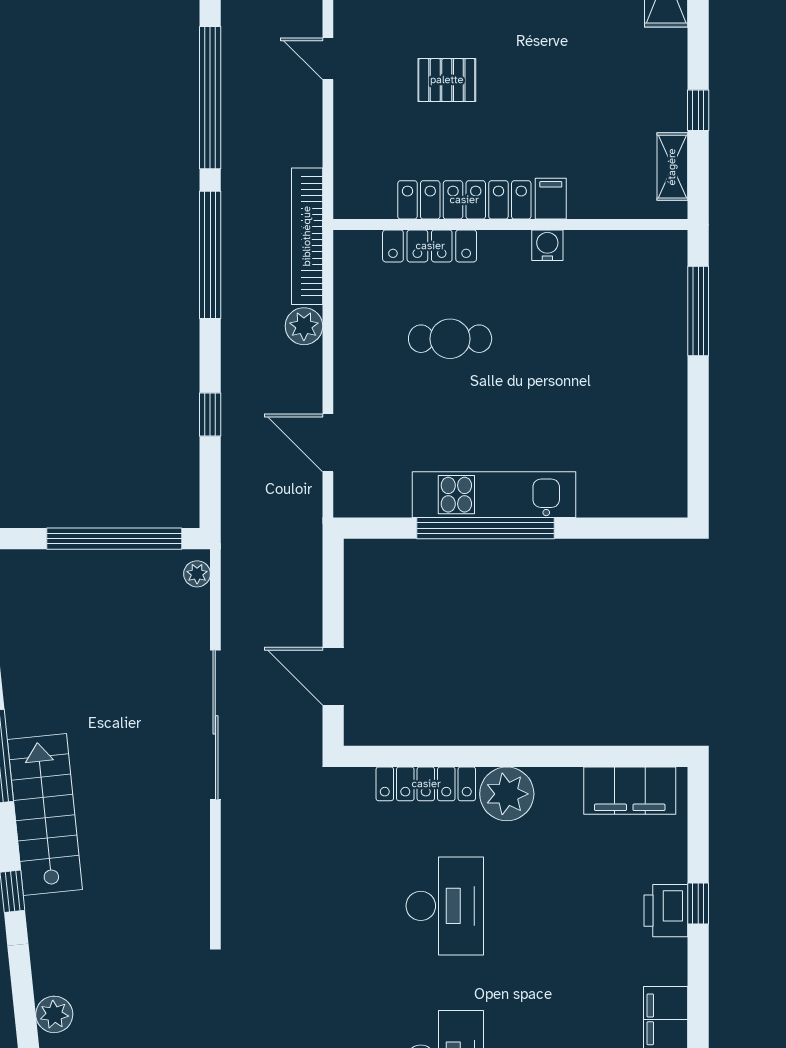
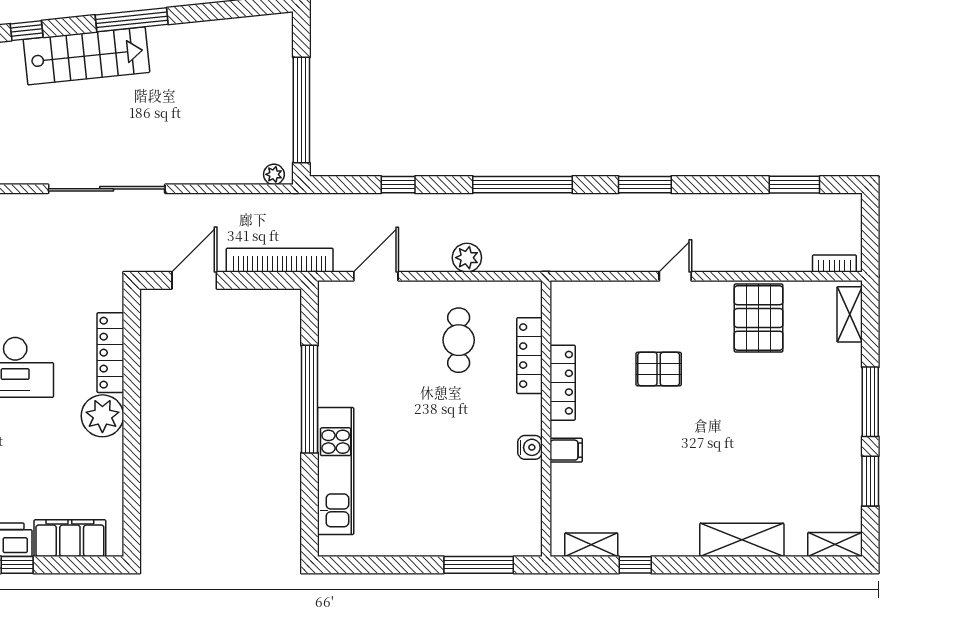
pallet: (447, 80) -> (659, 369), turned 90
window: (210, 98) -> (645, 185), width x0.47
locker: (464, 200) -> (563, 383), width x0.71, depth x0.83
bookcase: (307, 236) -> (280, 260), moved
cafe table: (450, 339) -> (459, 340), moved
kitchen unit: (494, 495) -> (336, 471), moved
sliding door: (215, 725) -> (107, 189), moved
filing cabinet: (630, 791) -> (70, 538), moved, turned 90

